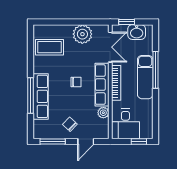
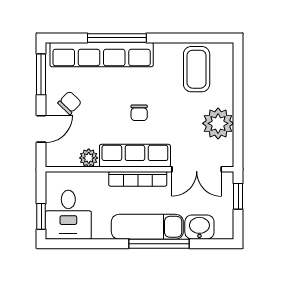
washbasin: (137, 32) -> (199, 227), moved, turned 90
row of seats: (41, 96) -> (102, 55), width x1.36
desk: (125, 124) -> (68, 215), moved, turned -90
door: (86, 142) -> (41, 129), swing flipped

